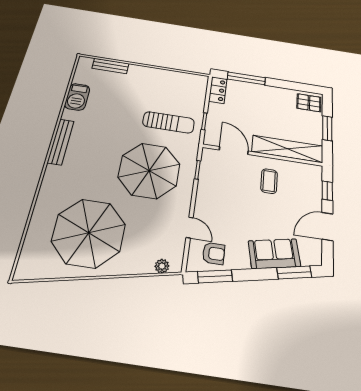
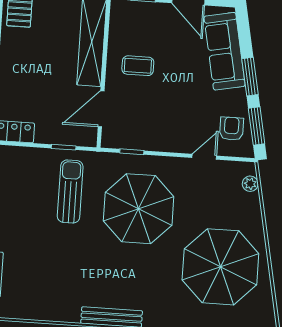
barbecue: (77, 97) -> (46, 309), removed
sofa: (274, 254) -> (225, 51), width x1.36
window: (294, 272) -> (250, 77), moved

